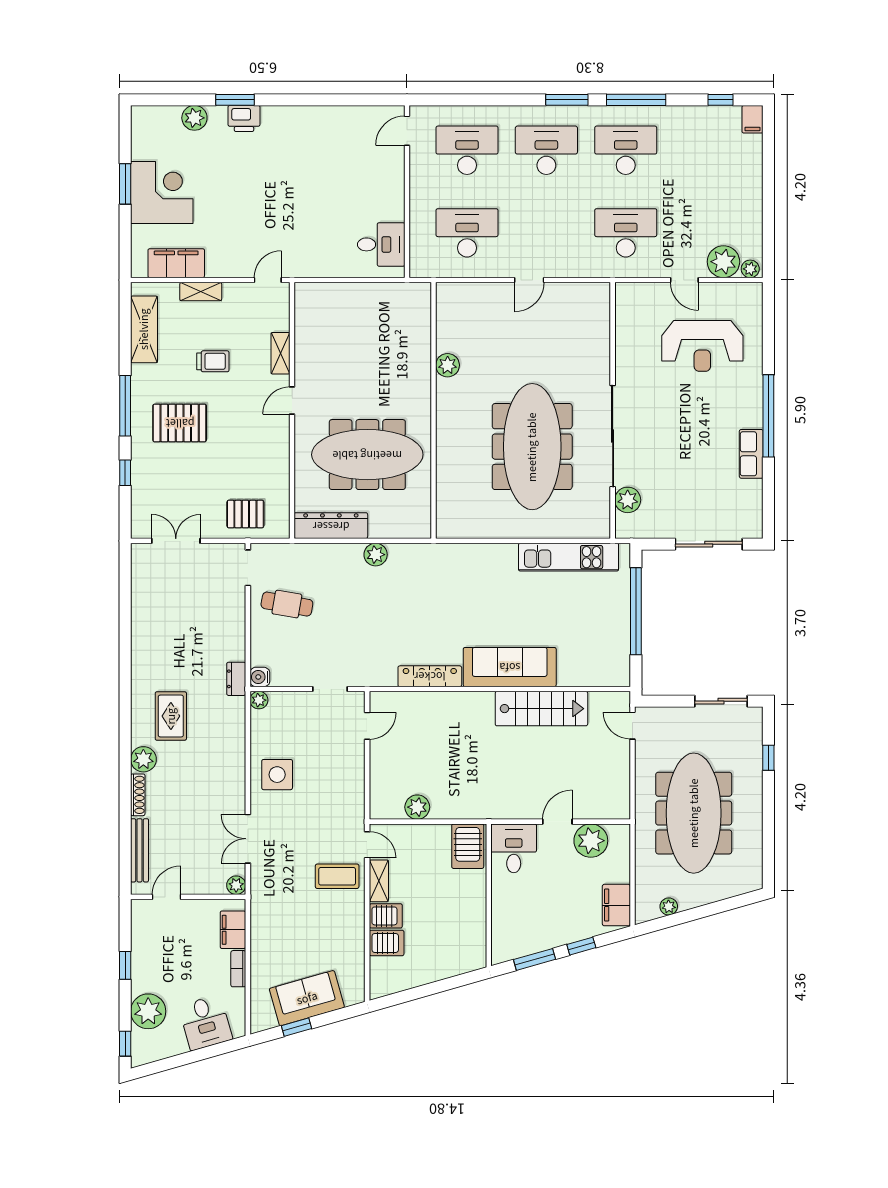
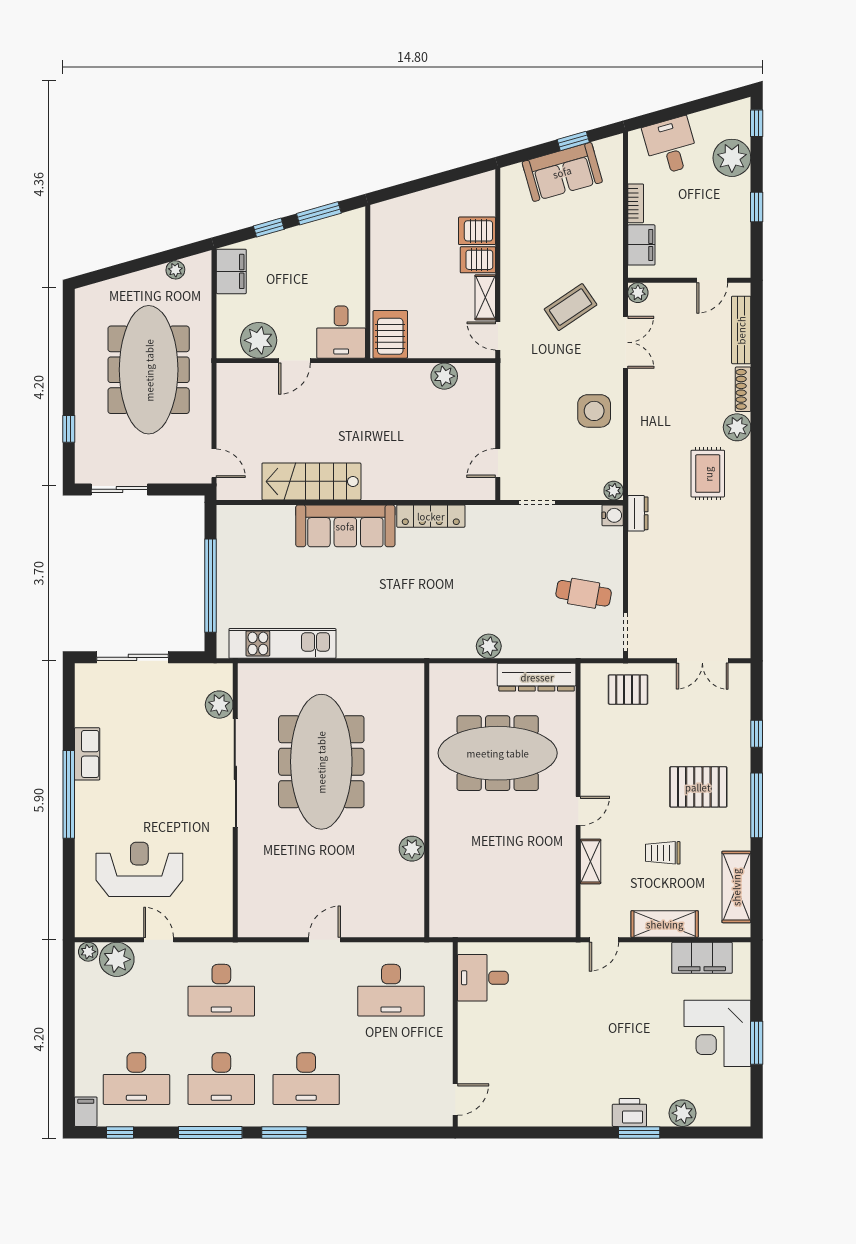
desk: (467, 150) -> (136, 1079), moved
shelving: (201, 292) -> (665, 924), width x1.50, depth x1.33
coffee table: (337, 876) -> (571, 307), moved, turned -34

